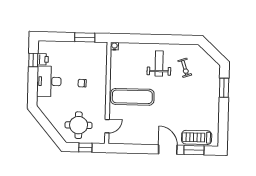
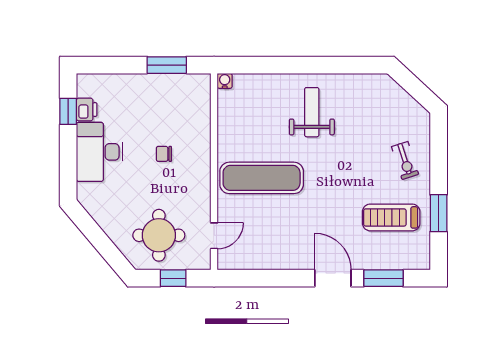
exercise bike: (185, 68) -> (405, 161), moved
window: (224, 88) -> (439, 213), moved
treadmill: (197, 137) -> (391, 217), moved

